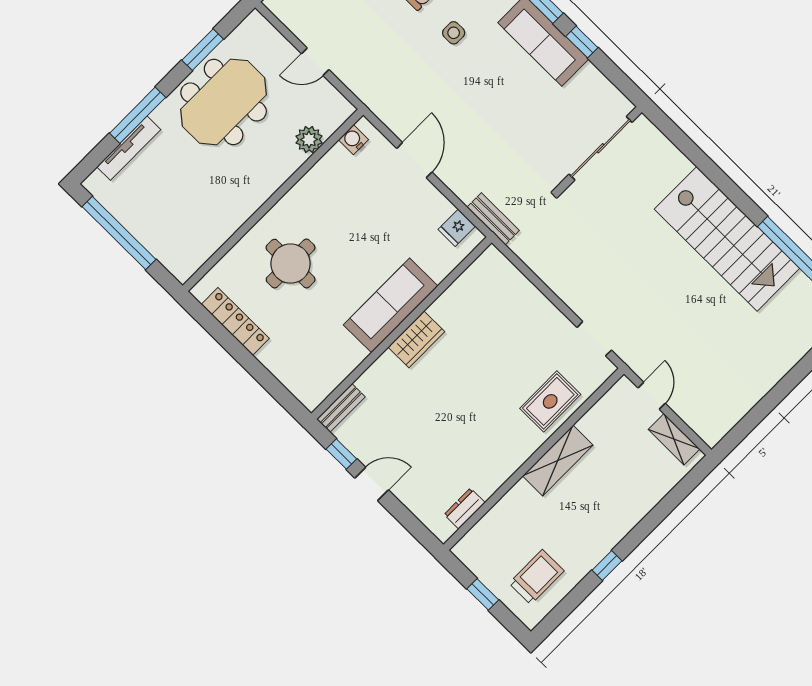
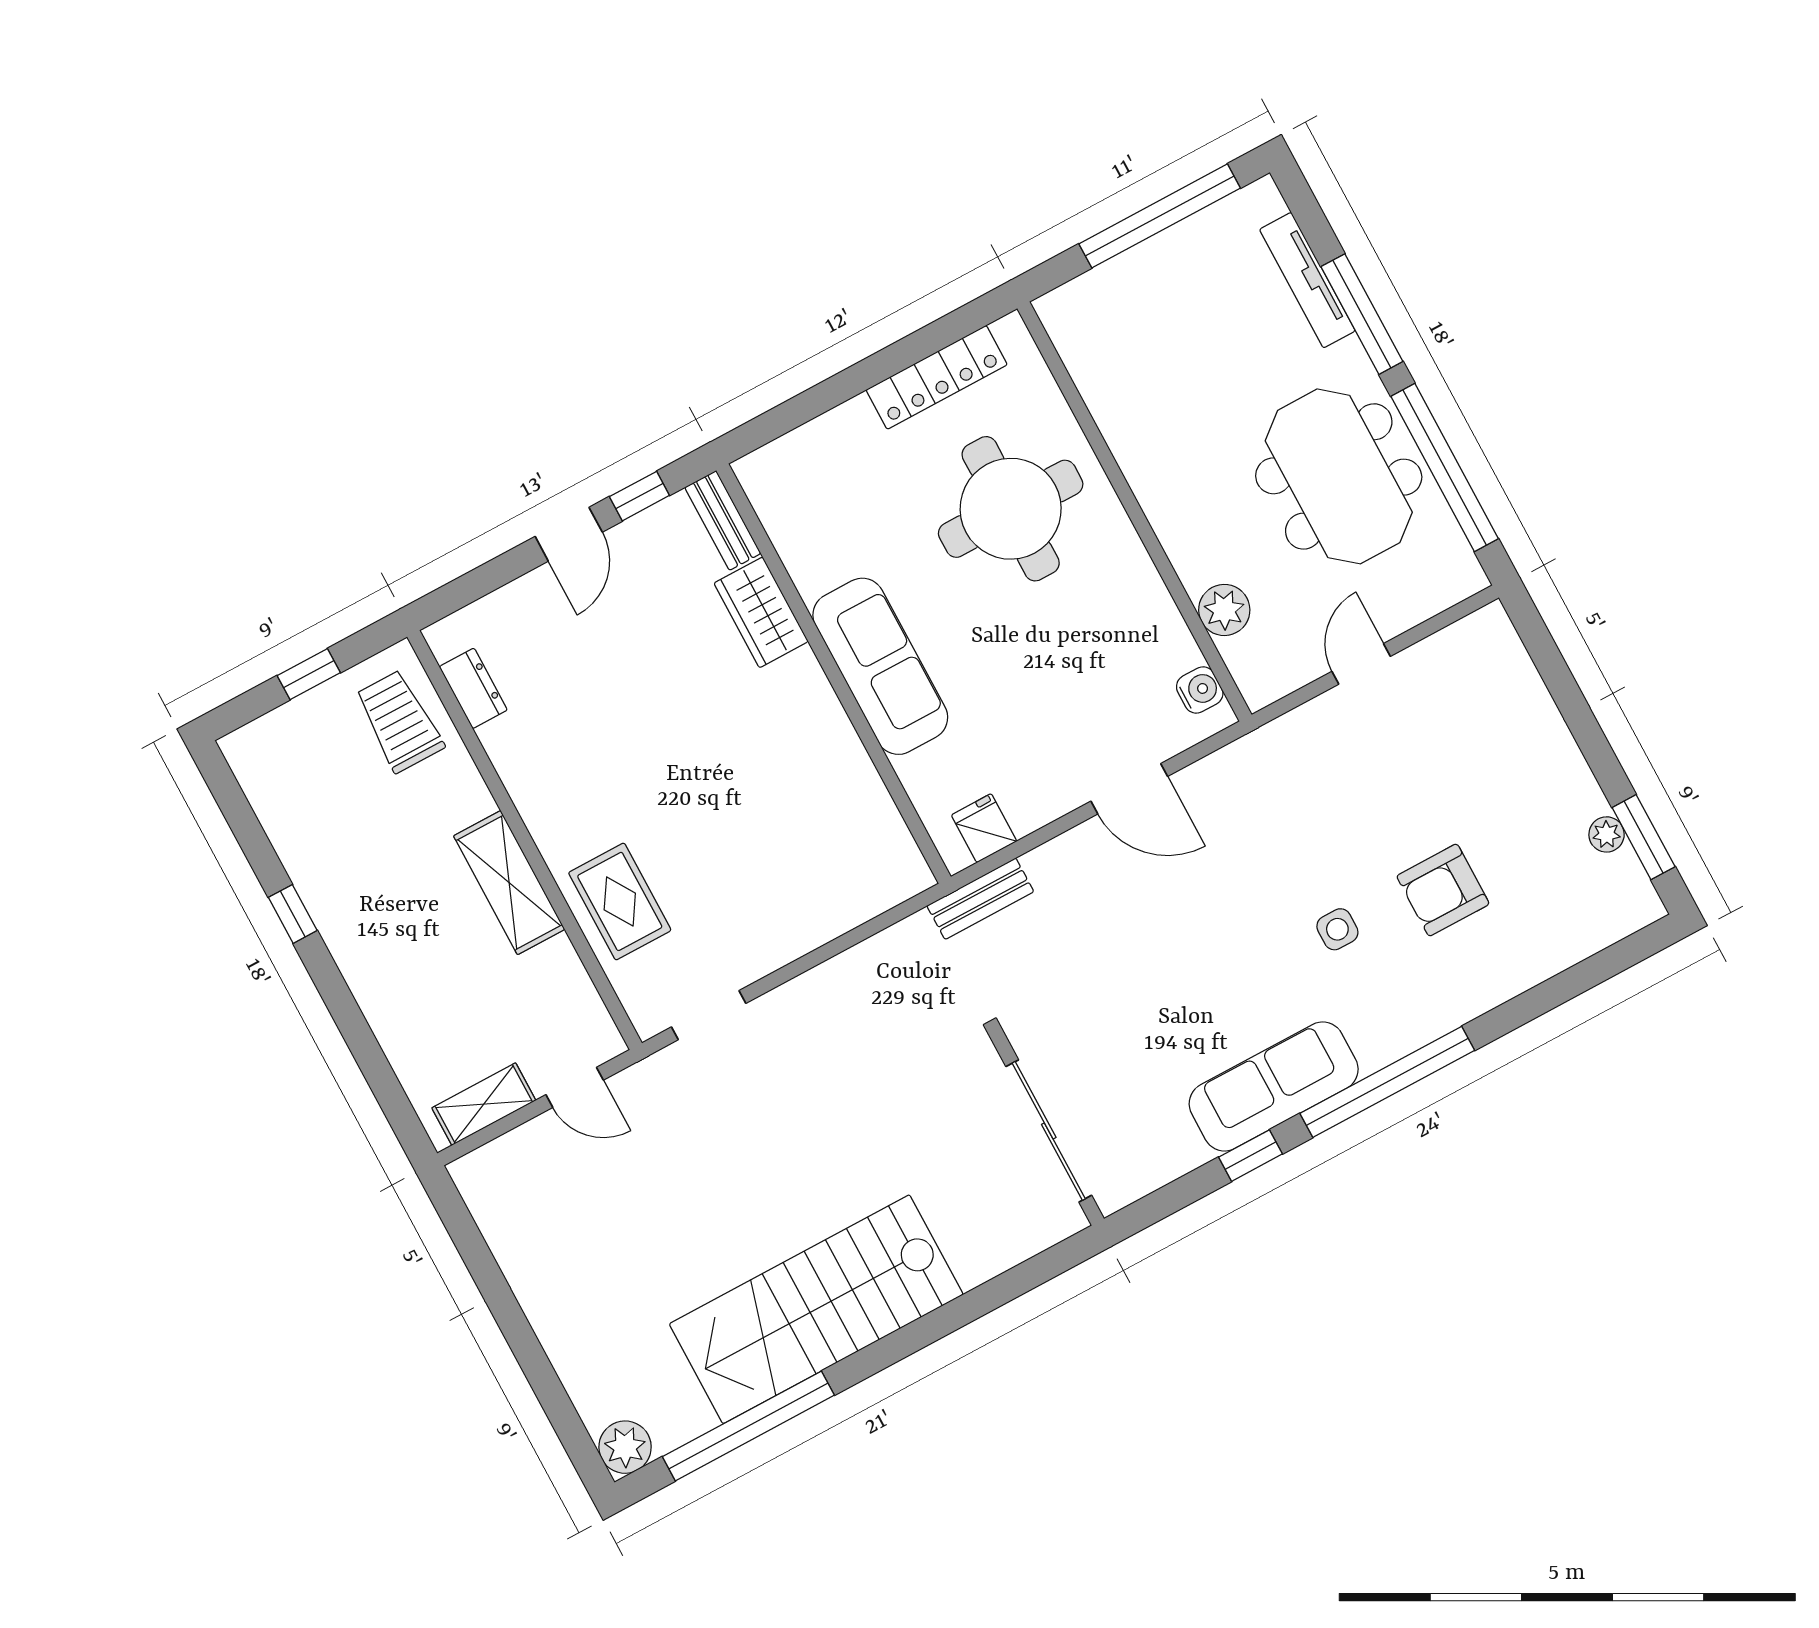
window: (203, 50) -> (1445, 468), width x2.11
round table: (291, 264) -> (1011, 509), width x1.36, depth x1.36
wardrobe: (416, 339) -> (761, 612), moved
trolley: (537, 577) -> (399, 721), moved, turned 180

